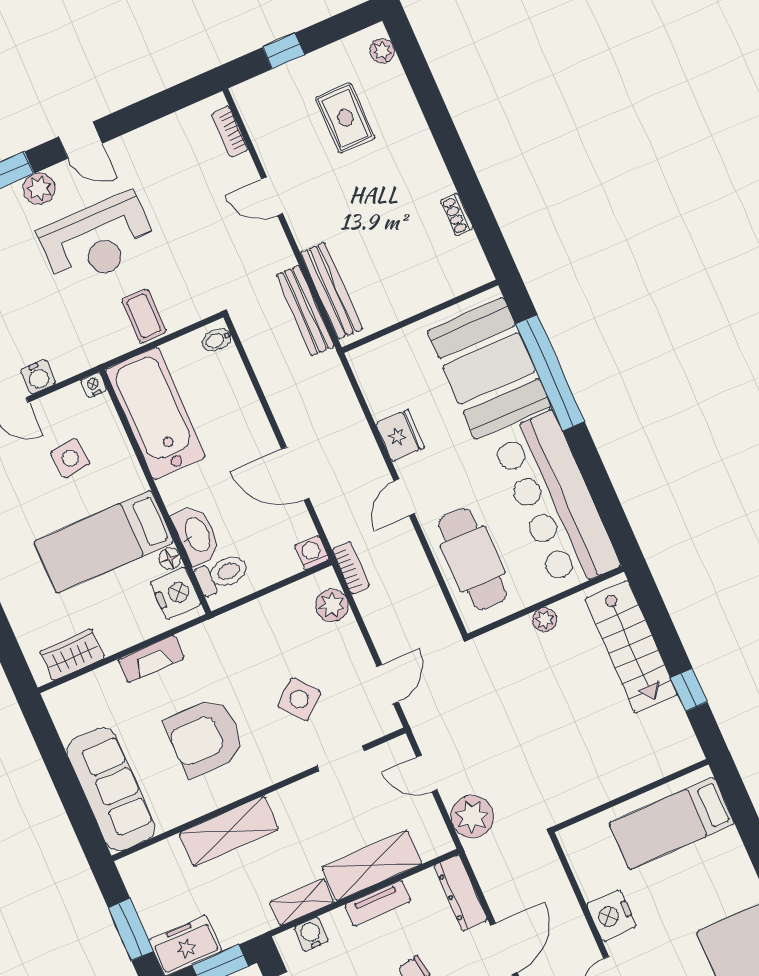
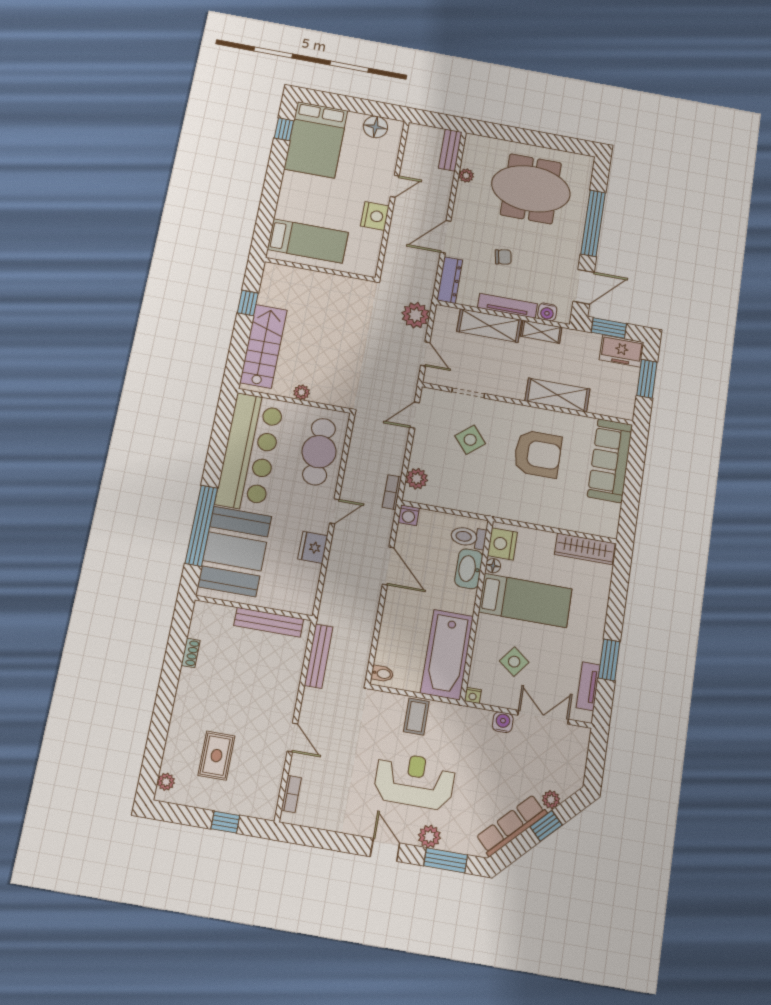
bench: (331, 291) -> (269, 622), moved, turned 90
side table: (70, 458) -> (514, 662), turned 45
wardrobe: (72, 655) -> (585, 549), width x1.50
fireplace: (151, 659) -> (540, 517), removed
tv unit: (378, 903) -> (508, 306), width x1.41

